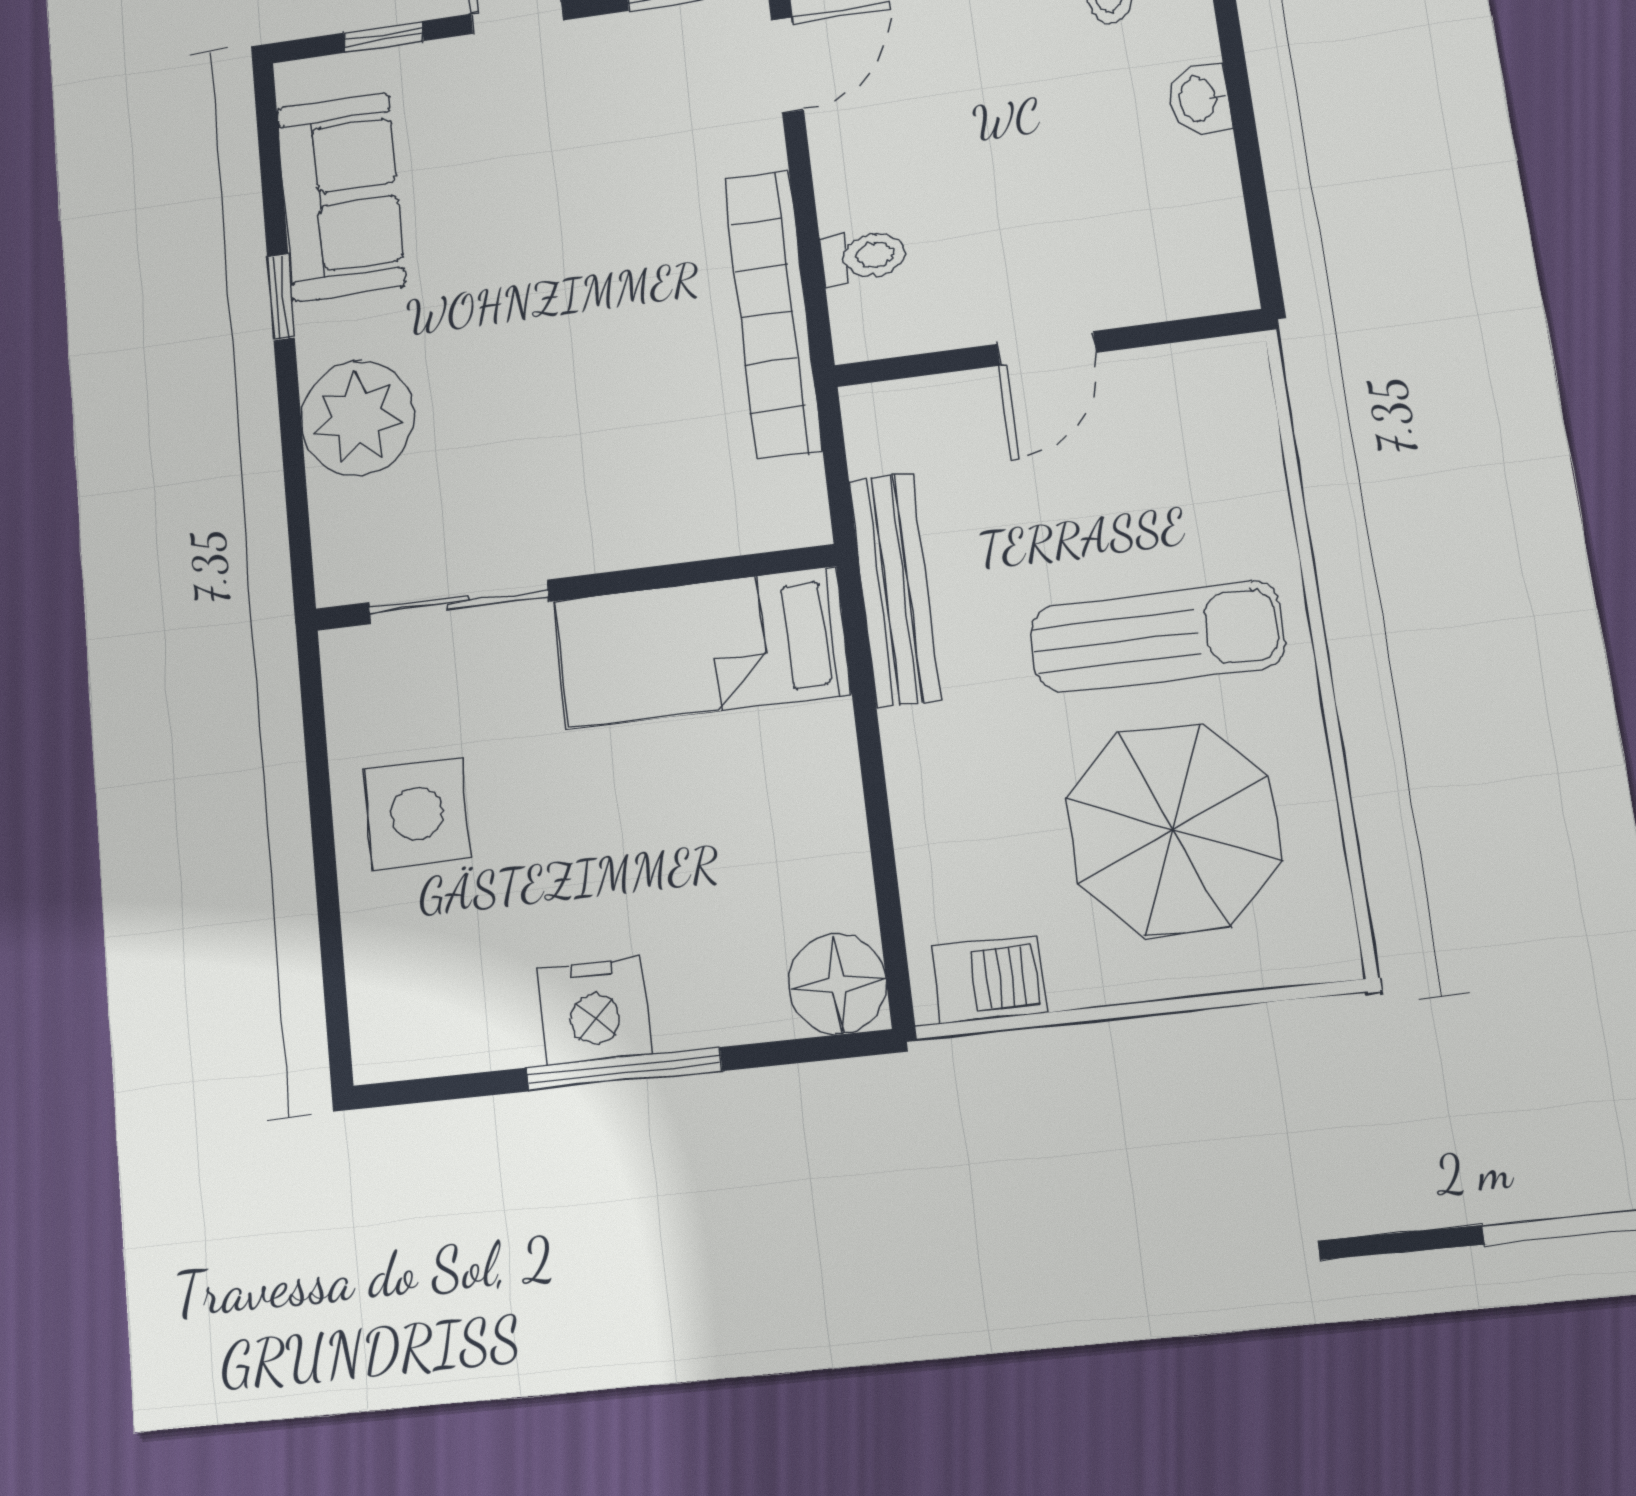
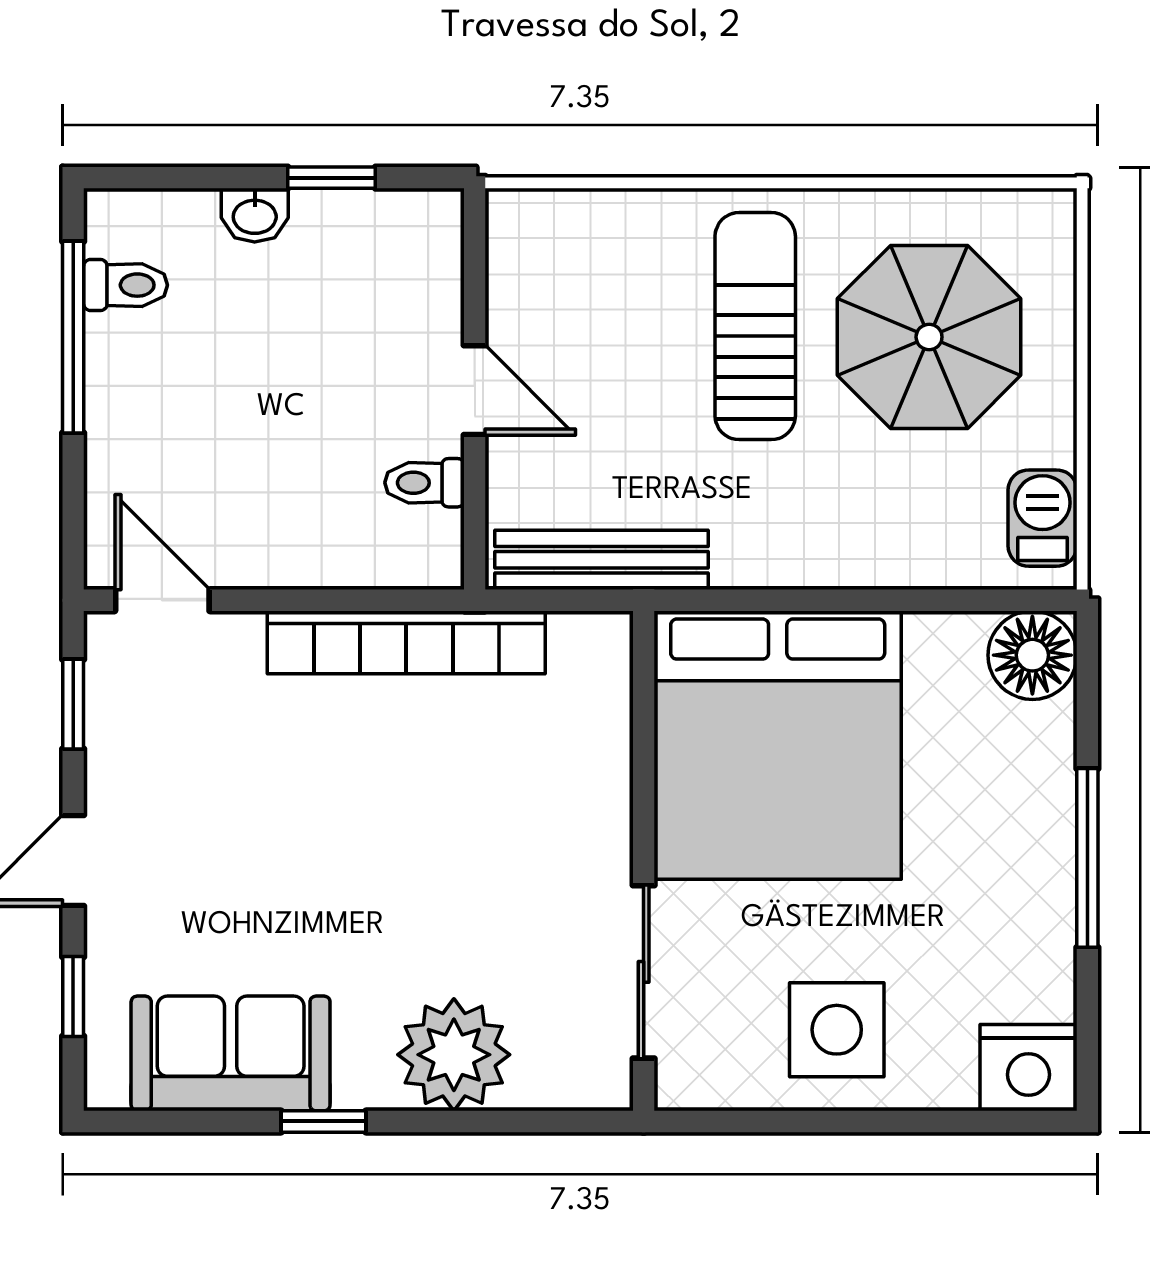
window: (1251, 171) -> (332, 178), added
toilet: (863, 256) -> (424, 483), moved, turned -90
bench: (894, 590) -> (601, 560), moved
bed: (702, 648) -> (778, 745), width x2.04
nightstand: (594, 1011) -> (1028, 1068), moved, turned 90

